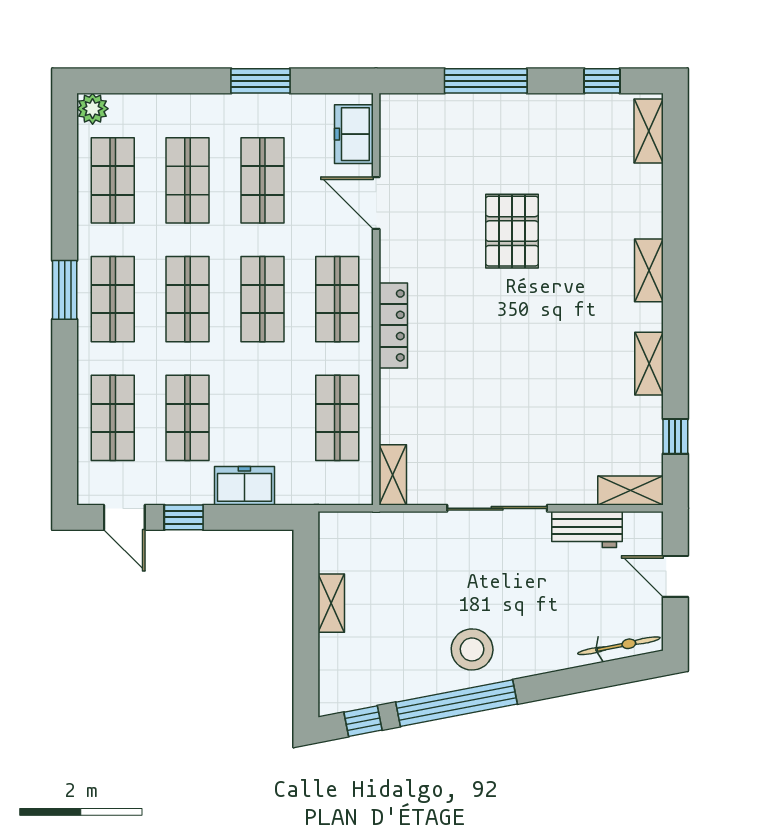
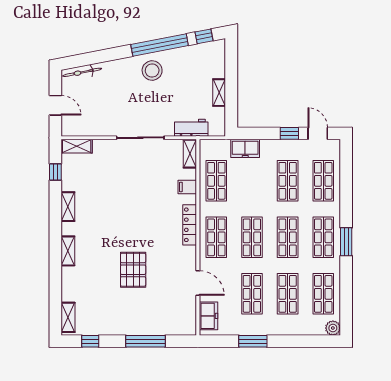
filing cabinet: (398, 405) -> (187, 187), added
freezer: (244, 486) -> (245, 148), moved
workbench: (587, 529) -> (191, 128), moved

